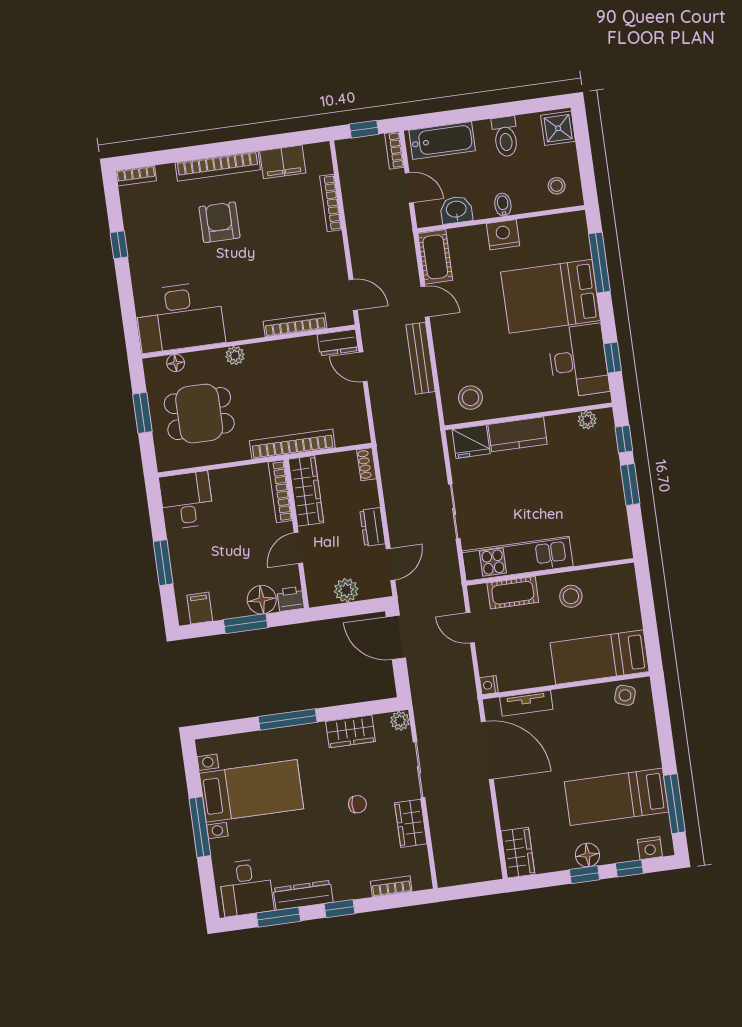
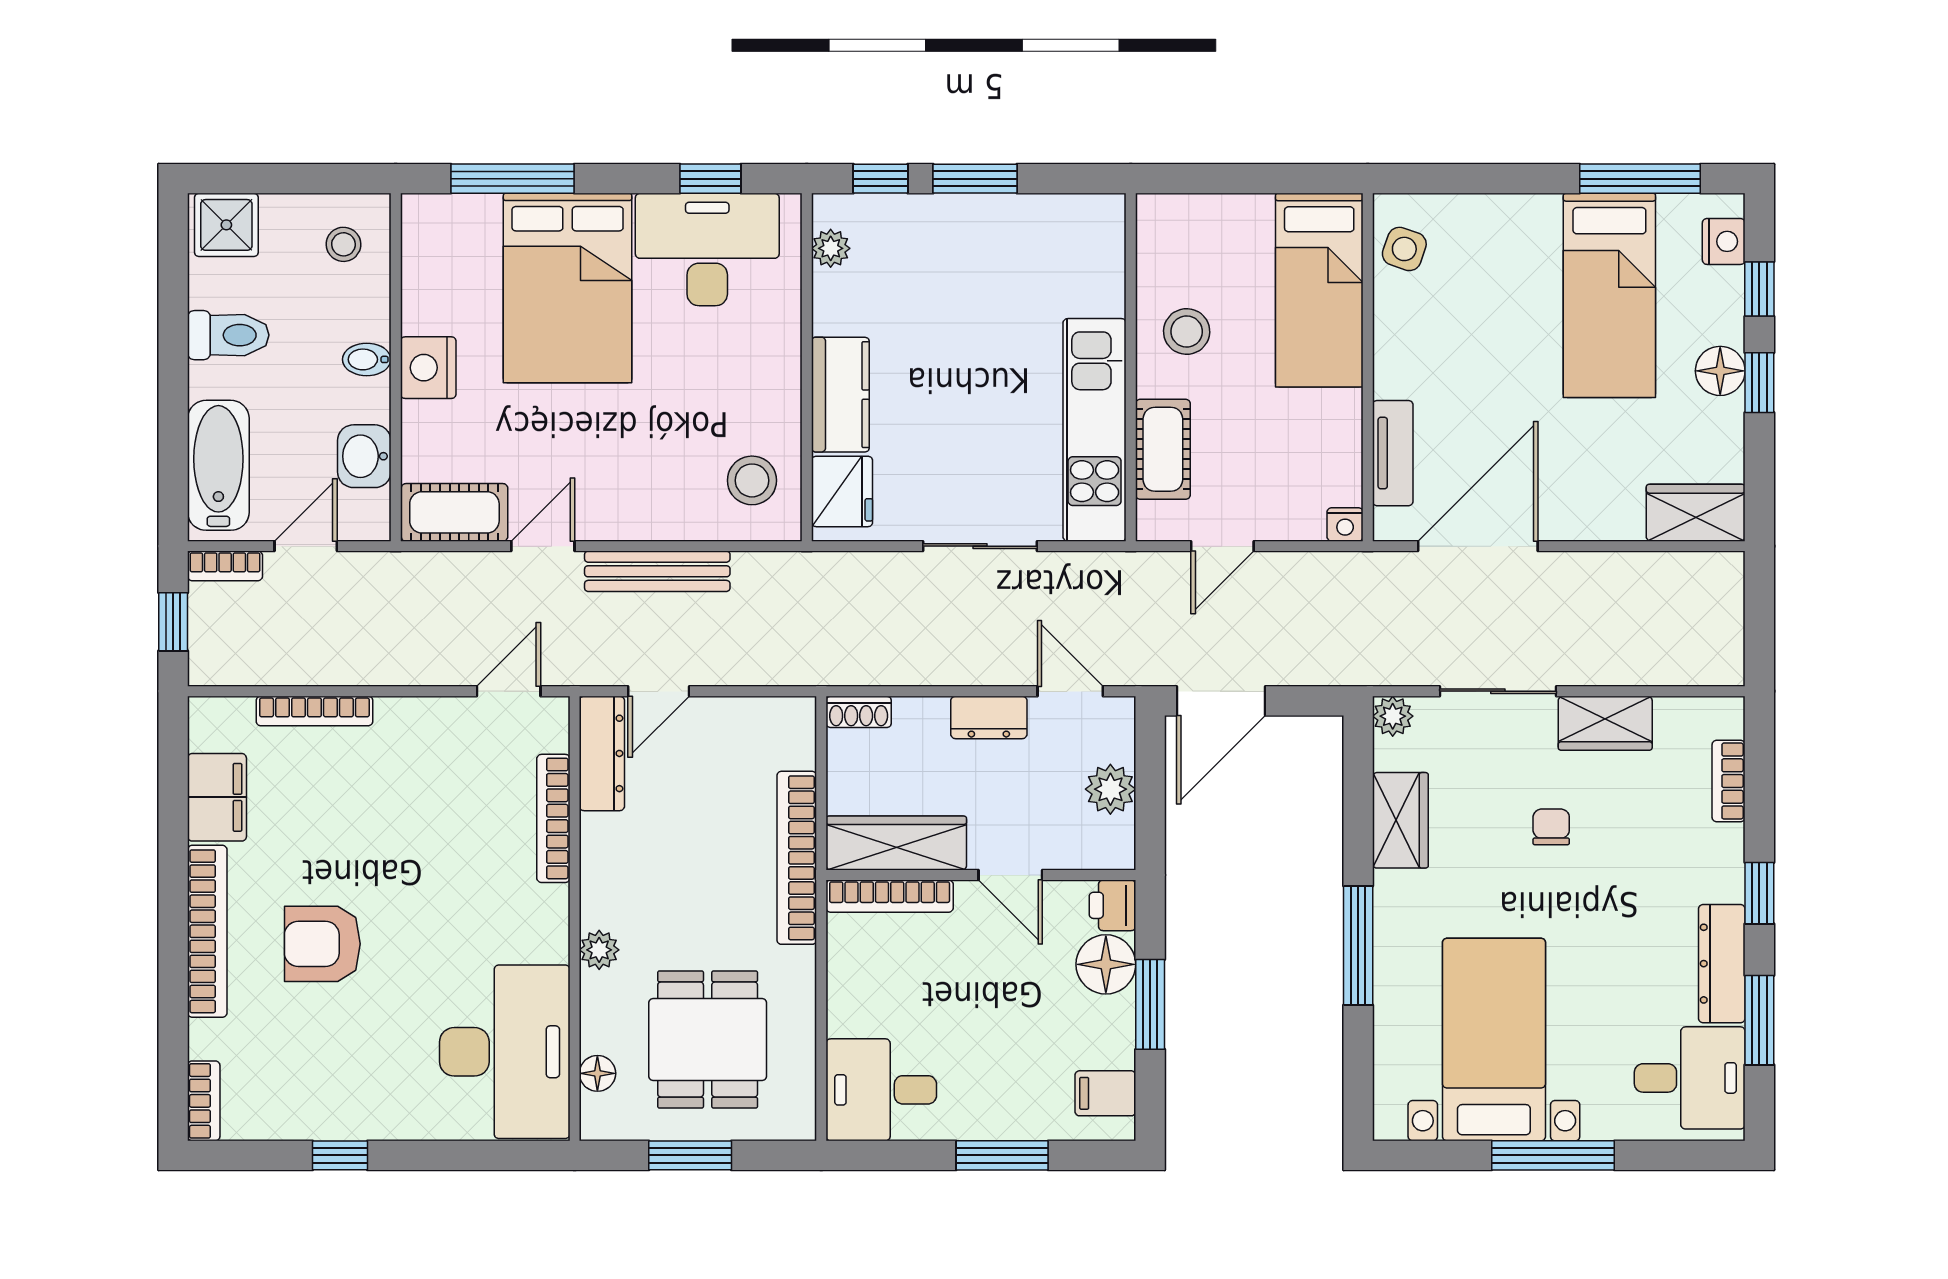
dresser: (338, 343) -> (602, 753), width x1.44

